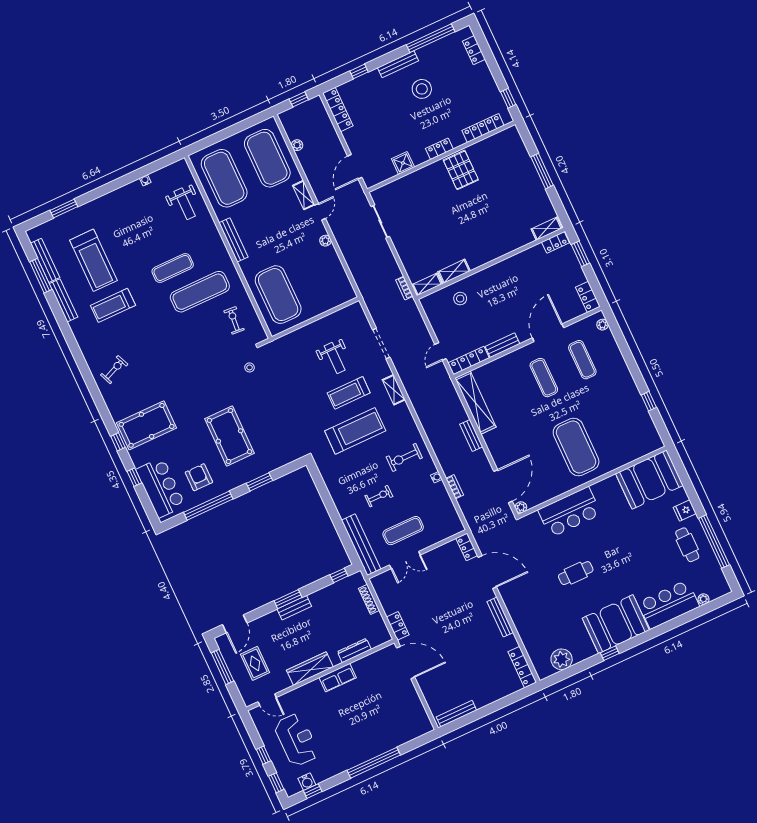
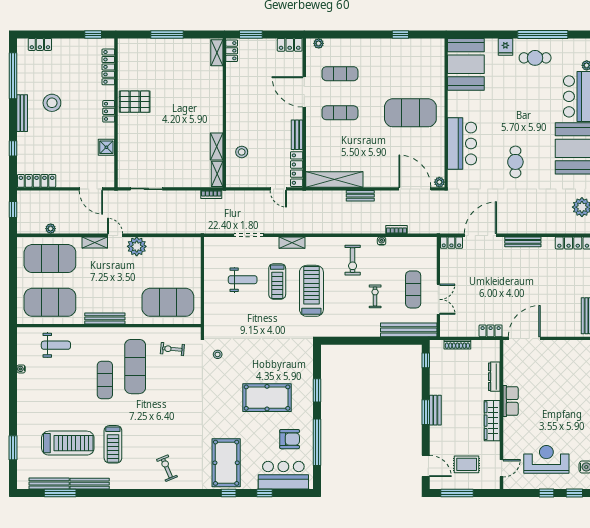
plant: (325, 241) -> (137, 246), width x1.88, depth x1.88
armchair: (199, 477) -> (290, 439), turned 180

